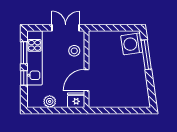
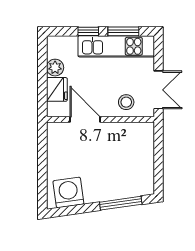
washing machine: (132, 44) -> (68, 192), moved
fridge: (76, 100) -> (57, 89), moved

